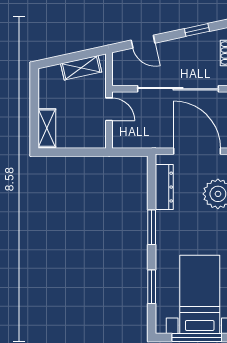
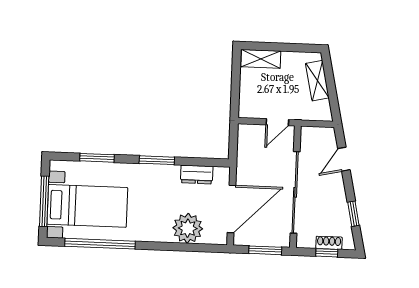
shelving: (81, 68) -> (317, 81), moved
dresser: (164, 187) -> (197, 175), width x0.70

